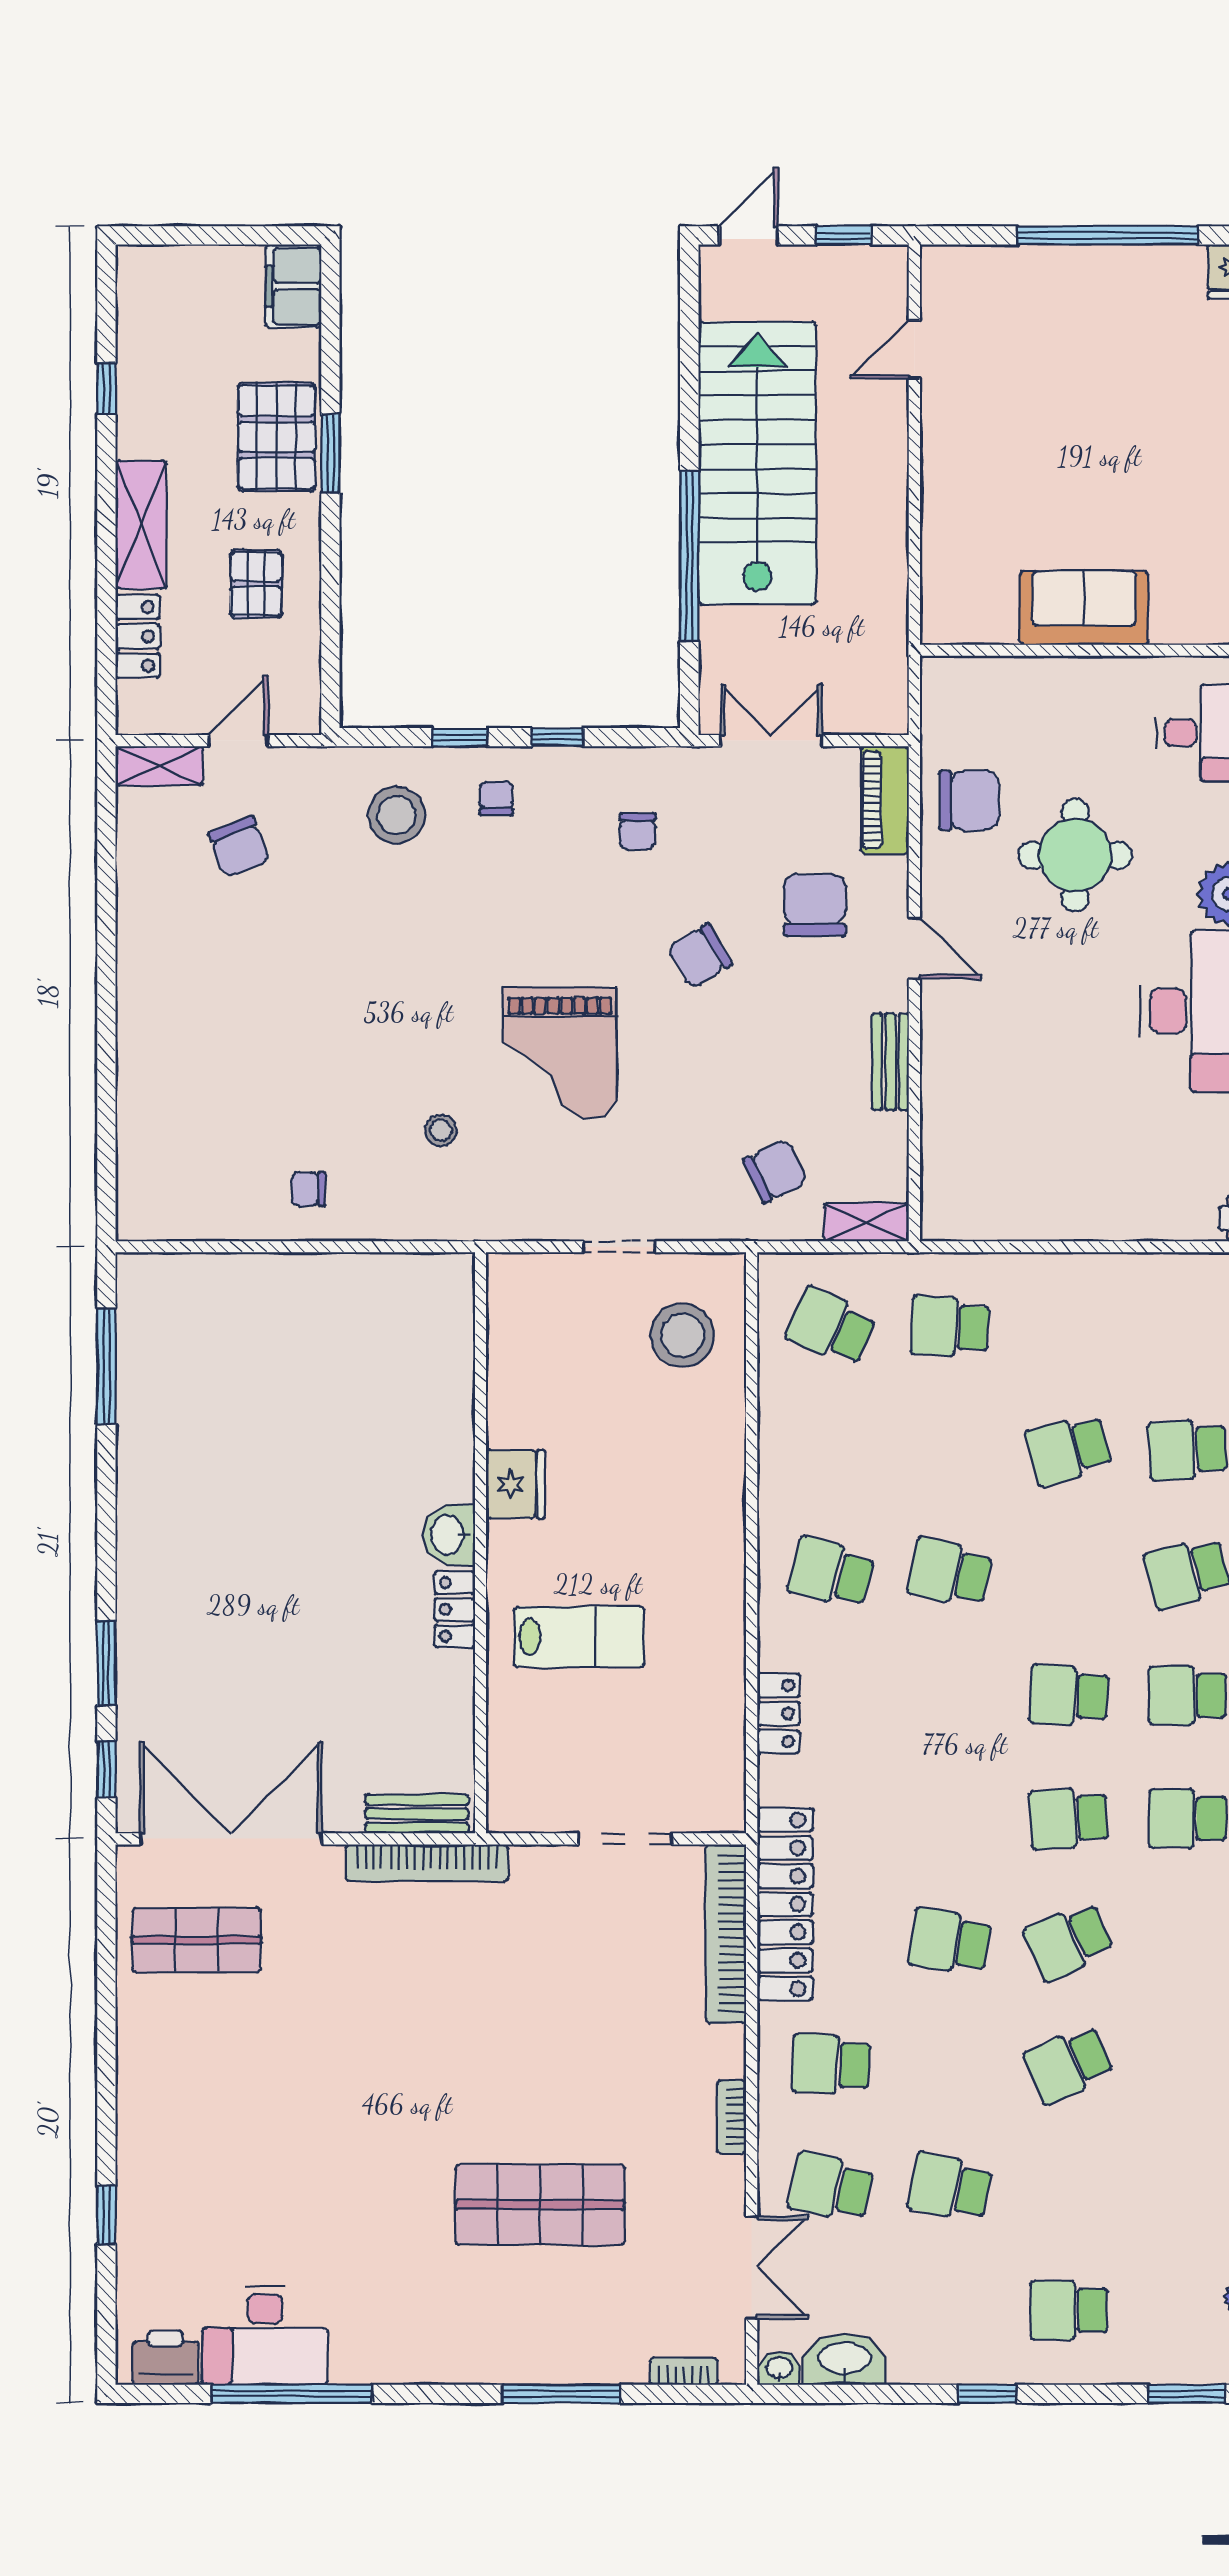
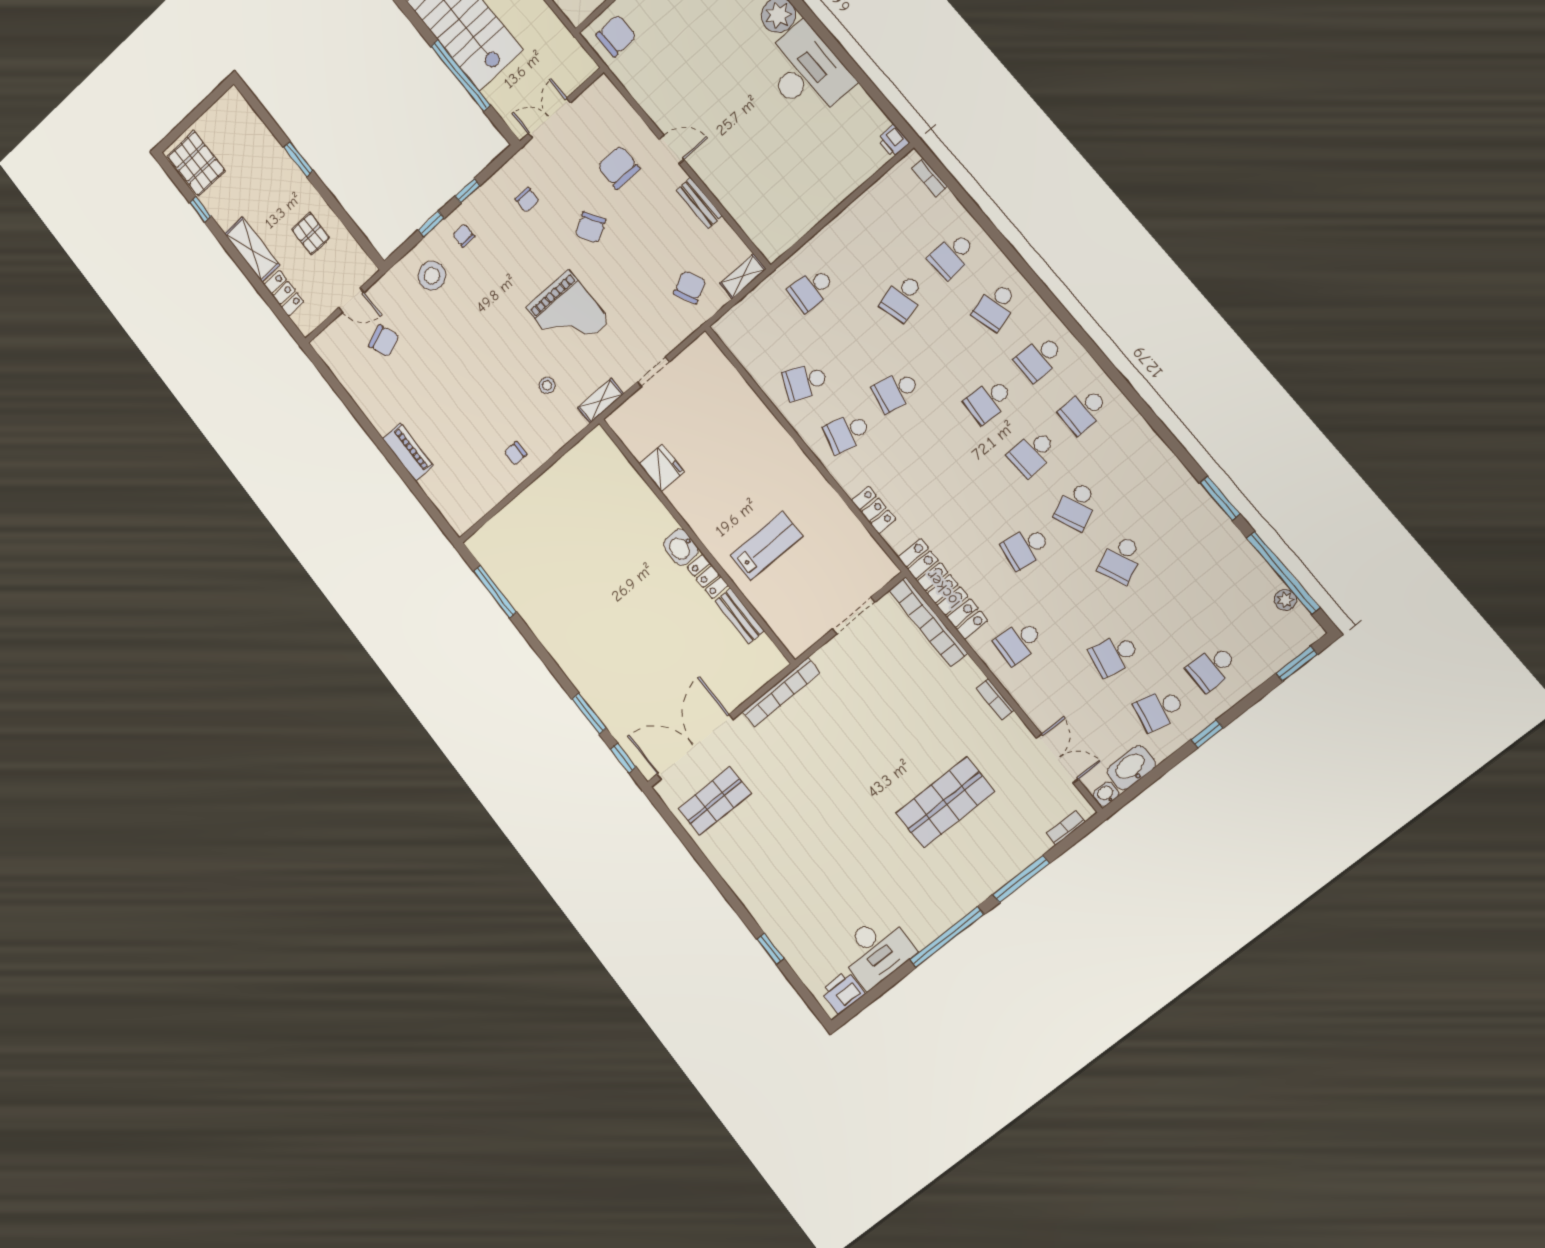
filing cabinet: (294, 286) -> (236, 109), removed
pallet: (276, 437) -> (196, 163), moved
door: (238, 741) -> (351, 300), swing flipped
shelving: (159, 766) -> (601, 401), moved
piano: (885, 800) -> (408, 452), moved, turned 180
chair: (969, 800) -> (616, 36), moved
round table: (1075, 855) -> (704, 55), removed
school desk: (831, 1327) -> (805, 382), moved
stool: (682, 1335) -> (707, 386), removed
fridge: (515, 1484) -> (662, 468), moved
bench: (417, 1814) -> (740, 616), moved, turned 90
school desk: (831, 2187) -> (1159, 709), moved
window: (292, 2394) -> (947, 937), moved

